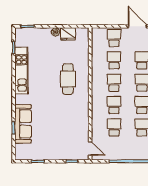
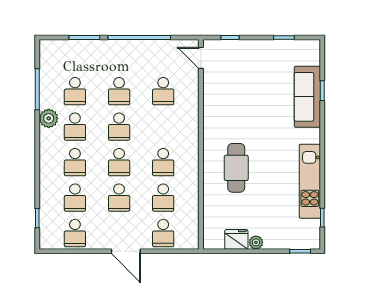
school desk: (114, 105) -> (163, 127), removed

